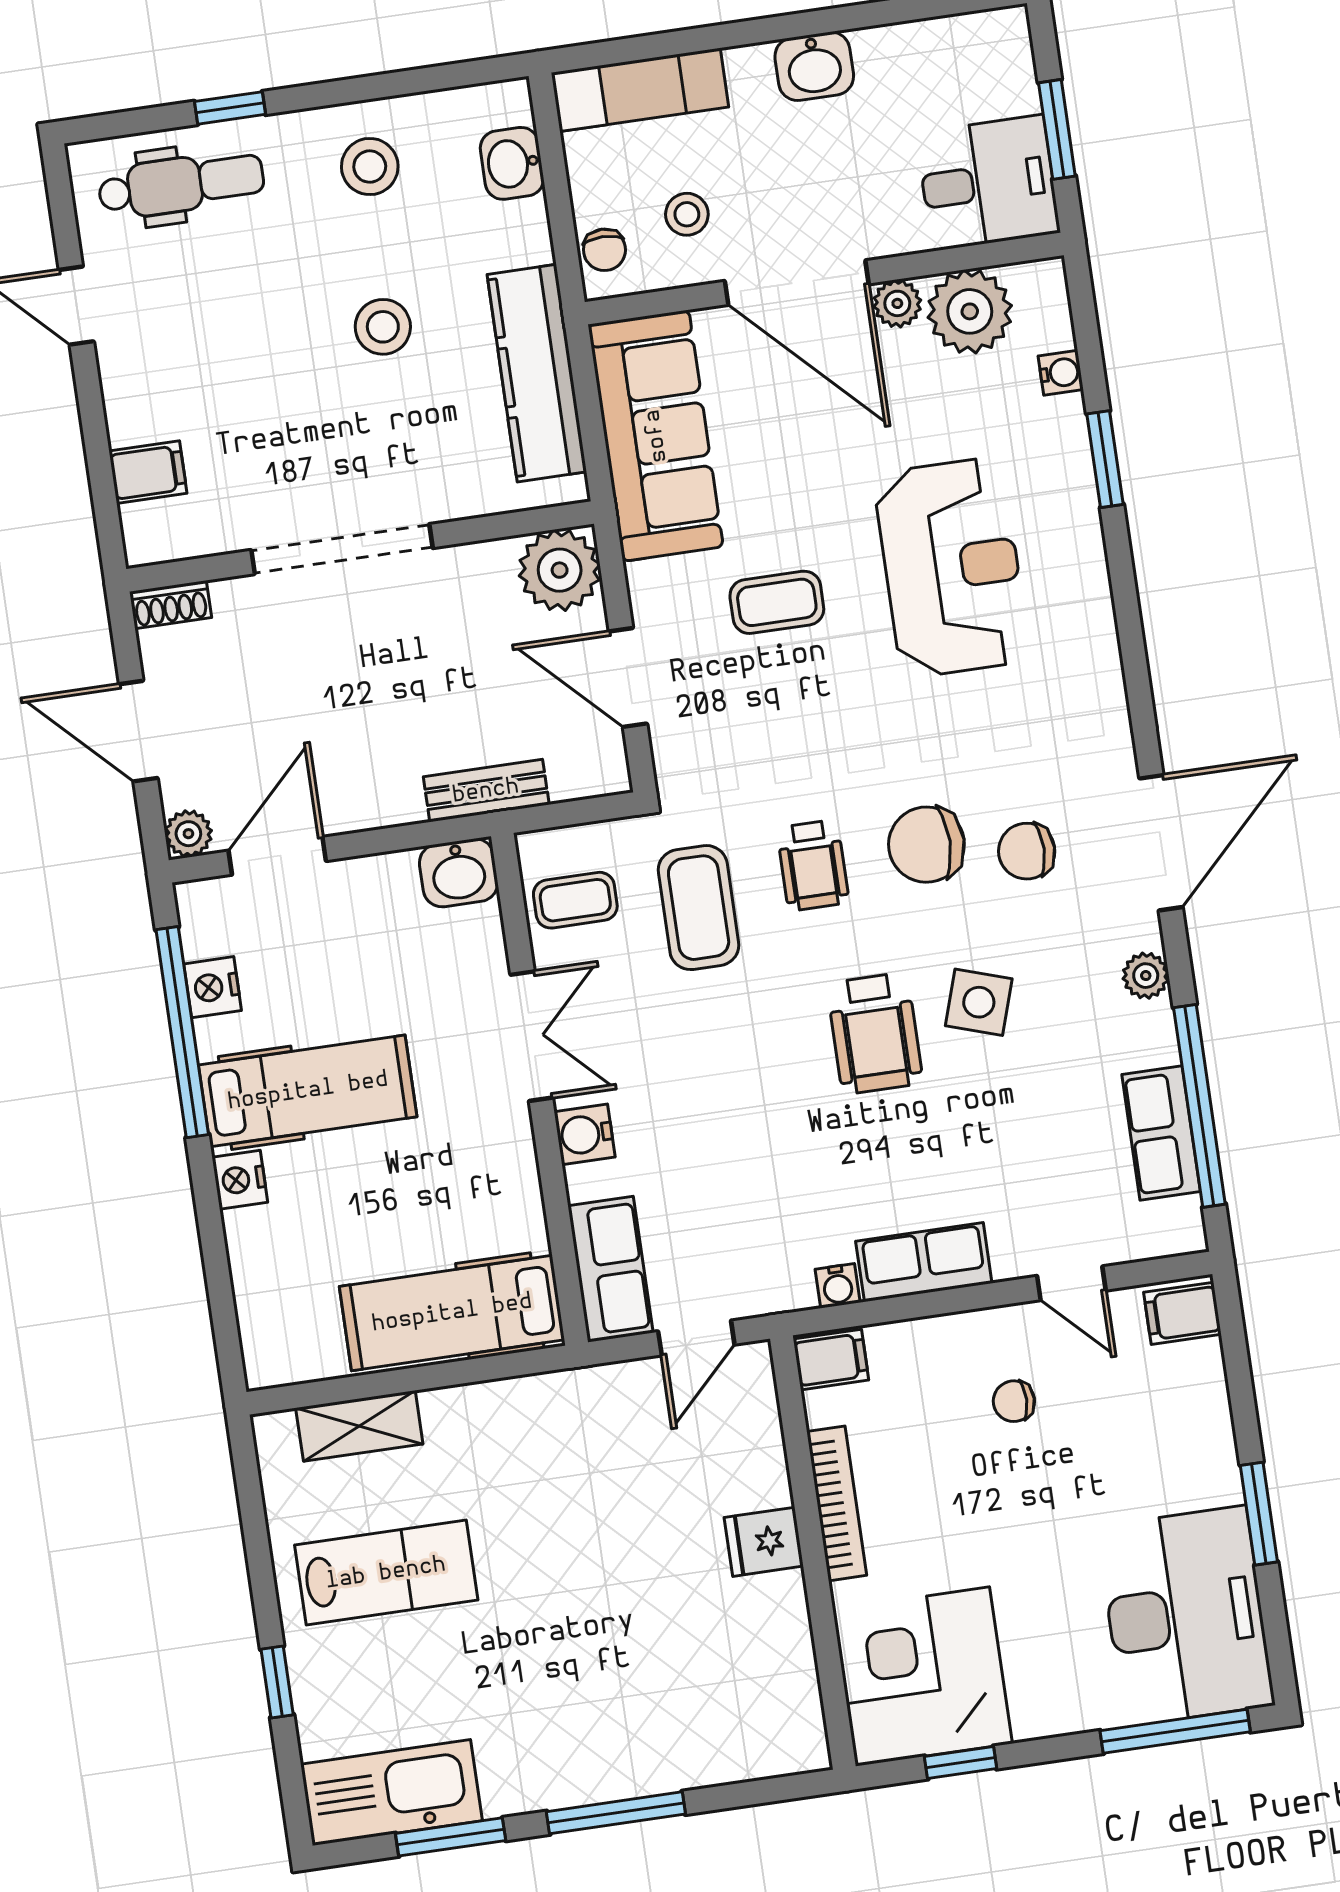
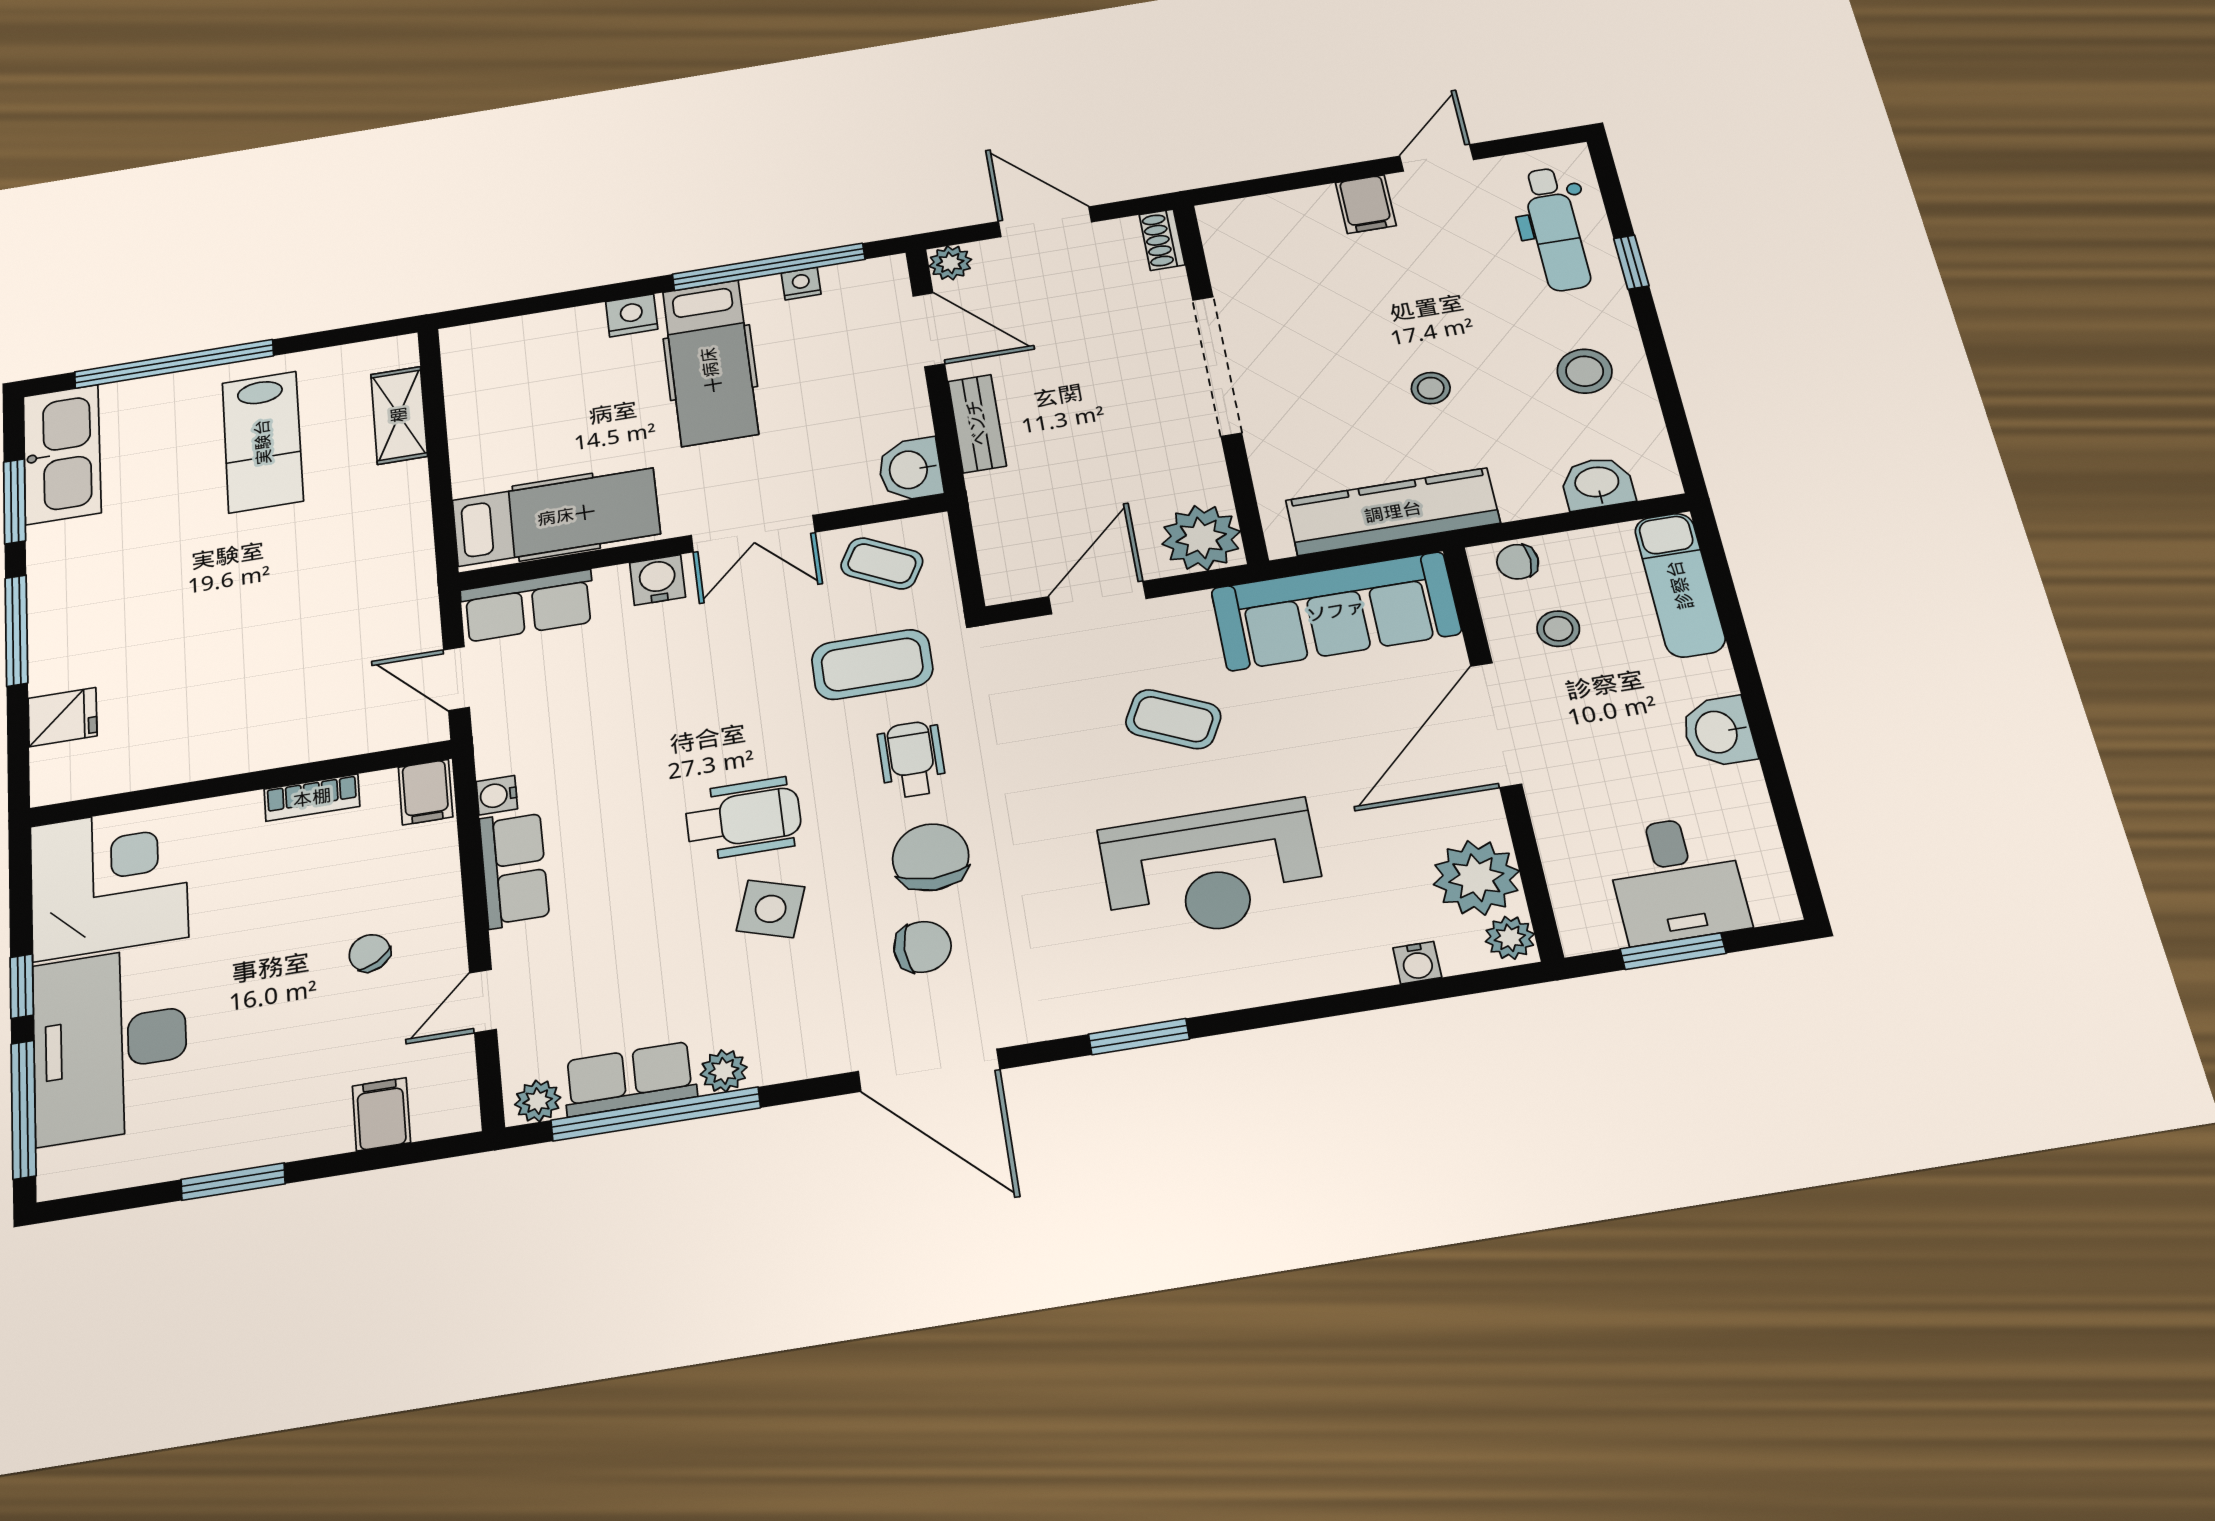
desk: (988, 183) -> (1676, 879), moved
plant: (897, 303) -> (1510, 938), moved
stool: (383, 327) -> (1431, 388), width x0.73, depth x0.73
window: (1105, 459) -> (1139, 1037), moved
filing cabinet: (148, 472) -> (1366, 204), moved
coffee table: (777, 602) -> (1173, 719), turned -64
door: (138, 731) -> (1045, 222), hinge flipped
bench: (486, 791) -> (977, 423), moved
chair: (1027, 851) -> (922, 947), turned 90
wheelchair: (813, 865) -> (912, 759), turned 90
coffee table: (575, 900) -> (882, 563), turned -62
plant: (1146, 976) -> (724, 1071), moved
nightstand: (213, 987) -> (801, 284), width x0.72, depth x0.74
wheelchair: (875, 1033) -> (743, 819), turned 180
plant: (1182, 1222) -> (538, 1101), added
hospital bed: (452, 1313) -> (556, 517), moved, turned 90
filing cabinet: (1183, 1313) -> (381, 1114), moved
chair: (1014, 1401) -> (370, 953), turned -32
bookcase: (837, 1503) -> (312, 798), width x0.64
fridge: (764, 1542) -> (63, 717), moved, turned 90
desk: (1186, 1616) -> (110, 1044), moved, turned 90
window: (277, 1682) -> (174, 364), width x3.17
window: (961, 1763) -> (22, 986), moved

